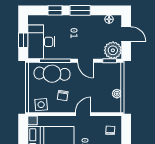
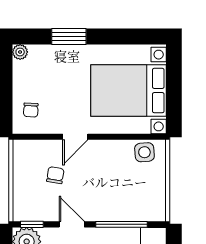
cafe table: (52, 74) -> (127, 203), removed
plant: (117, 94) -> (20, 170), removed
chair: (63, 95) -> (55, 175), moved

